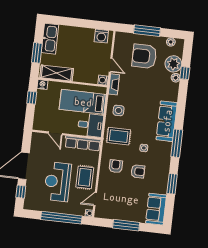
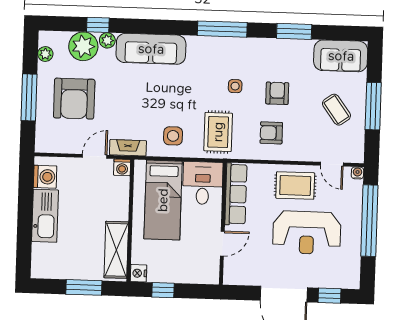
kitchen sink: (50, 39) -> (45, 216), moved, turned 90
sofa: (167, 121) -> (151, 49), moved
coffee table: (126, 204) -> (336, 110), added

